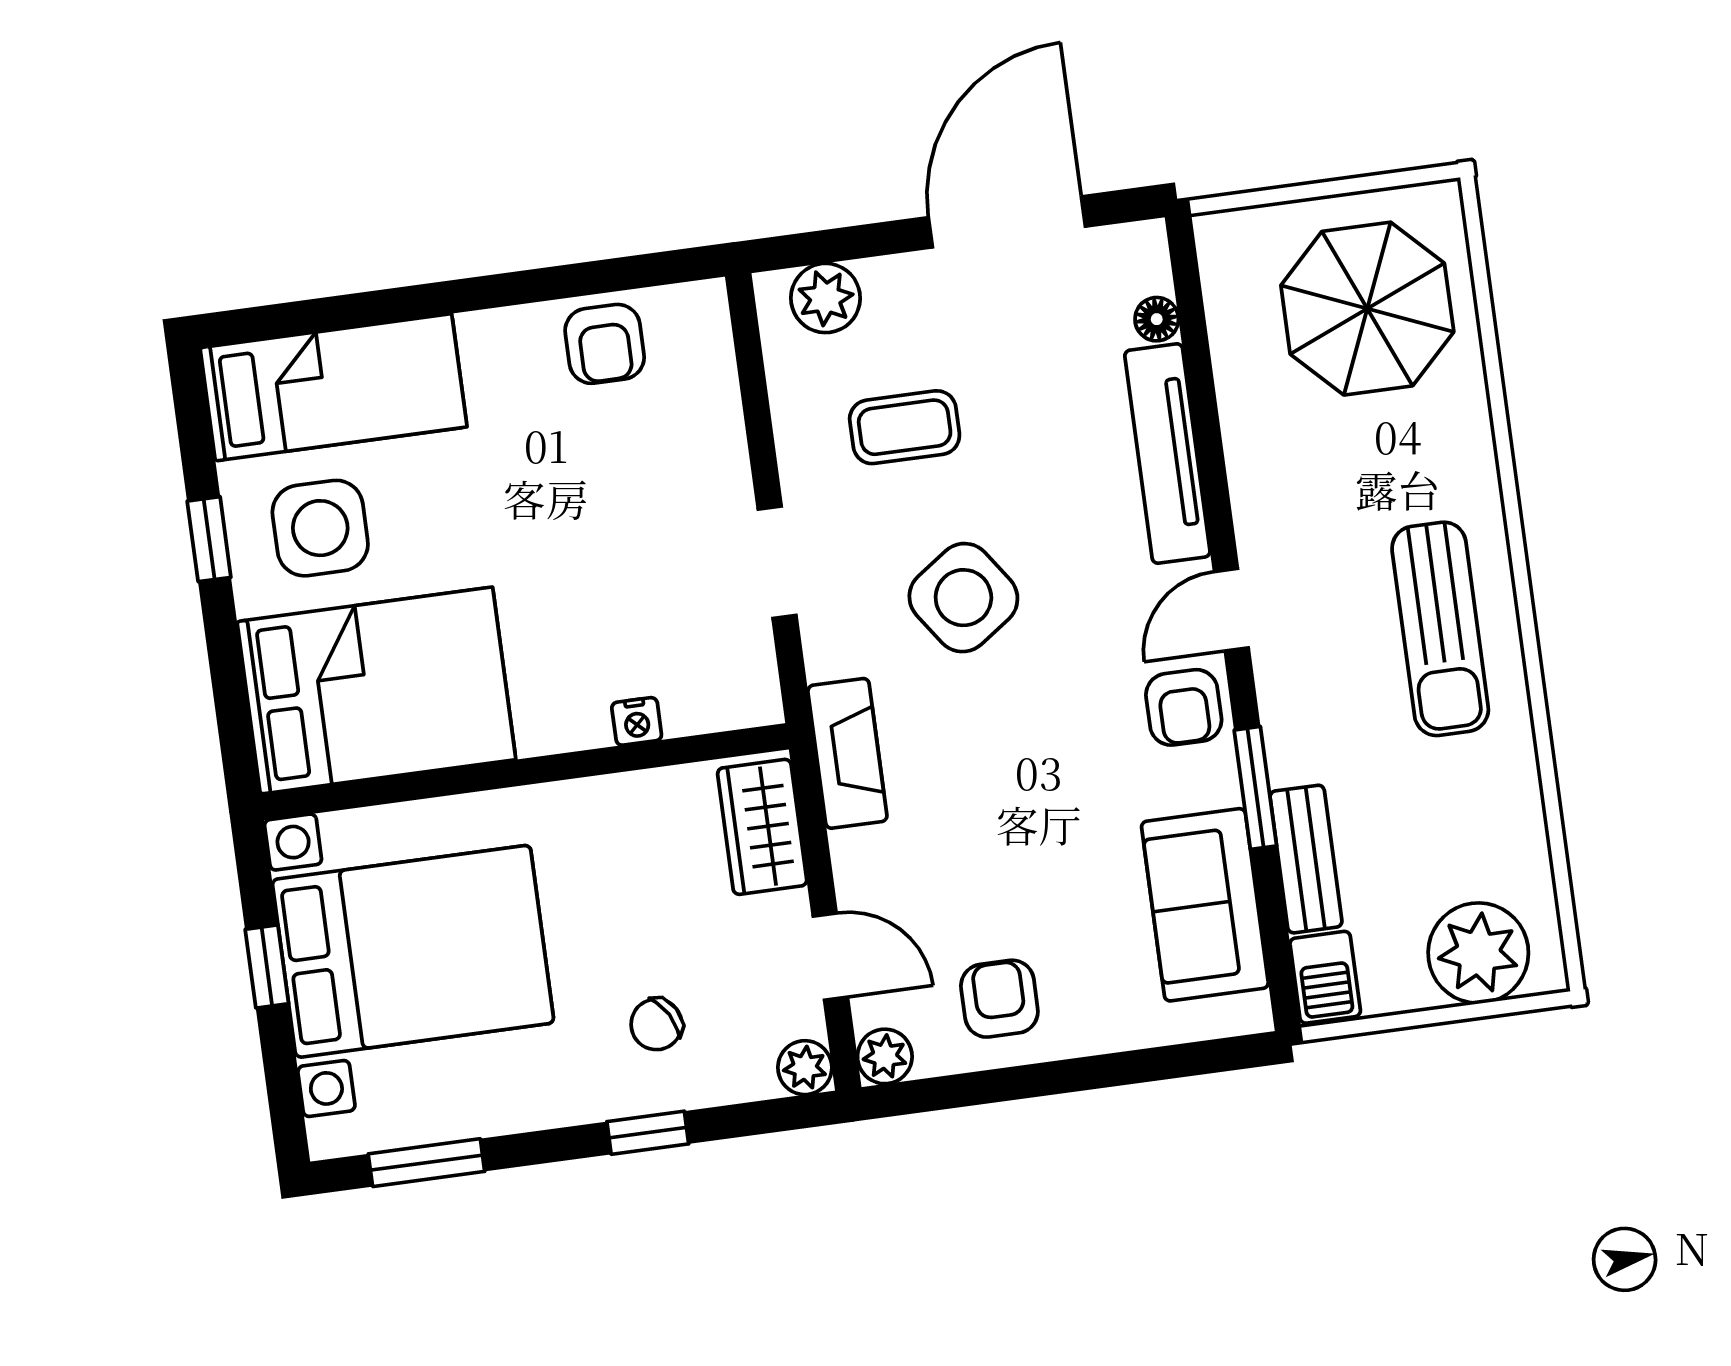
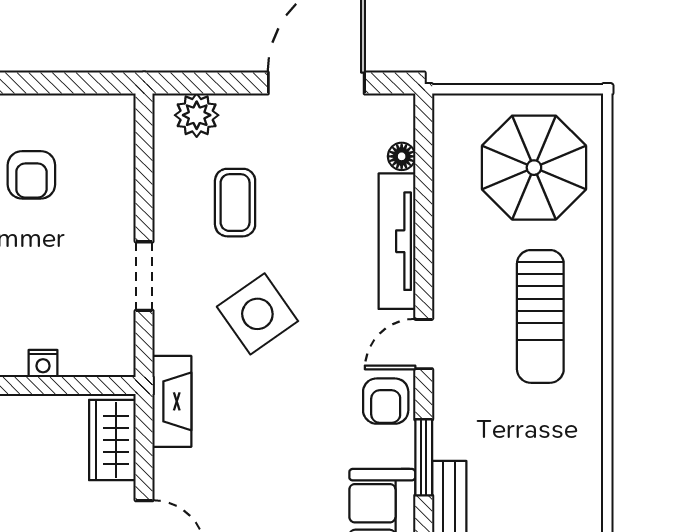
armchair: (605, 344) -> (31, 175), moved
coffee table: (905, 427) -> (235, 203), turned 90
sun lounger: (1440, 629) -> (540, 316), moved

